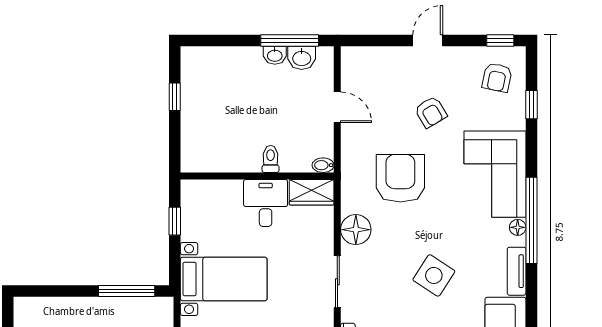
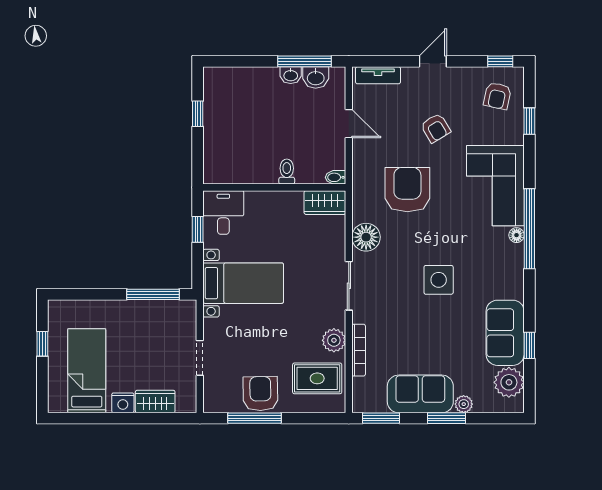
desk: (266, 203) -> (223, 212), moved
tv unit: (517, 271) -> (378, 75), moved, turned -90
side table: (434, 275) -> (439, 280), turned -33

